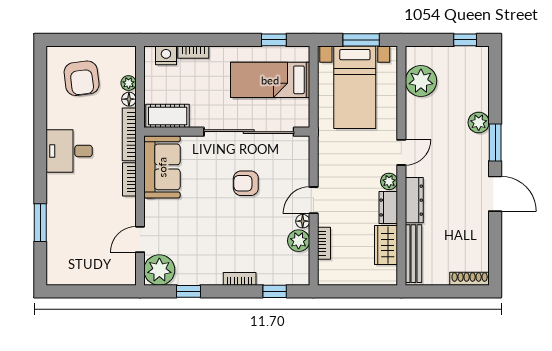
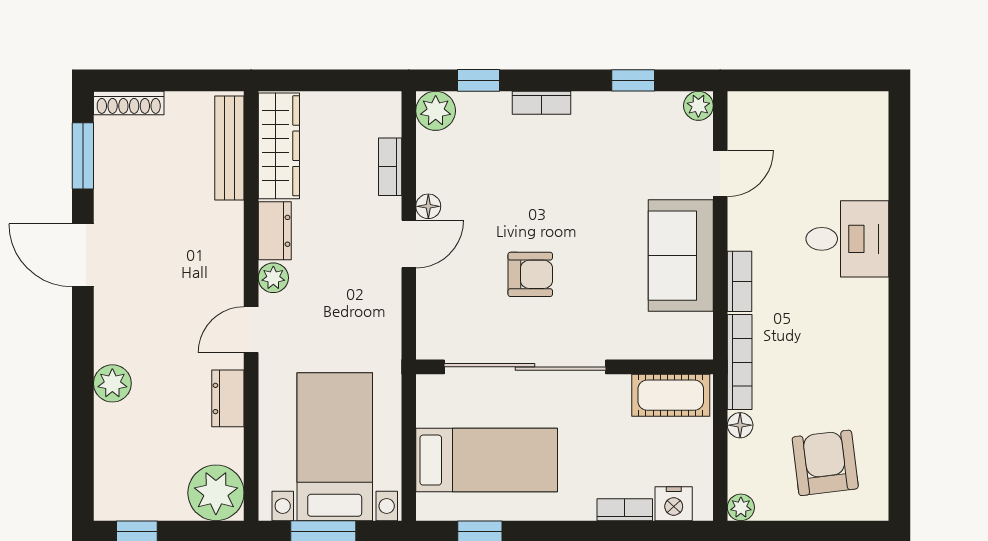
plant: (421, 81) -> (216, 493), moved
plant: (129, 83) -> (741, 507), moved
window: (495, 143) -> (83, 156), moved
desk: (69, 151) -> (847, 239), moved
sofa: (162, 167) -> (681, 256), moved
dresser: (414, 200) -> (228, 398), moved, width x0.70
window: (40, 223) -> (899, 204), removed
plant: (299, 241) -> (436, 111), moved
wardrobe: (386, 245) -> (279, 146), width x1.50
plant: (159, 270) -> (698, 106), width x0.53, depth x0.53

